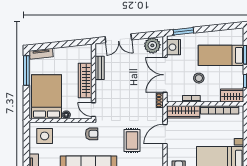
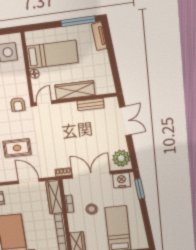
double door: (118, 38) -> (125, 121), swing flipped
bed: (46, 97) -> (52, 54), width x0.67

